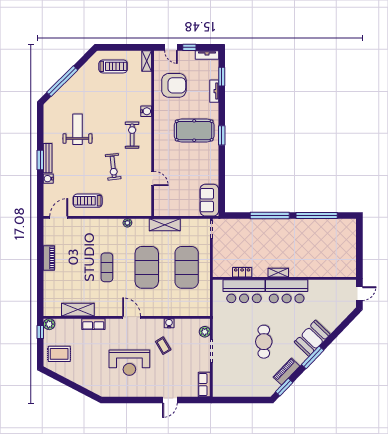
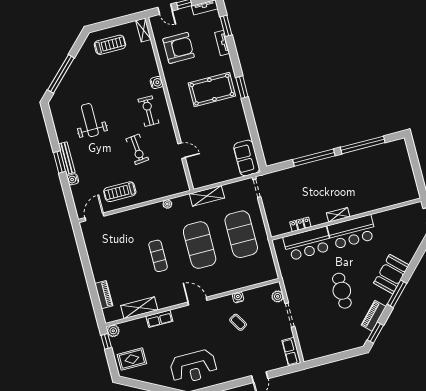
piano: (49, 258) -> (104, 295), moved
reception desk: (129, 363) -> (193, 367), moved

